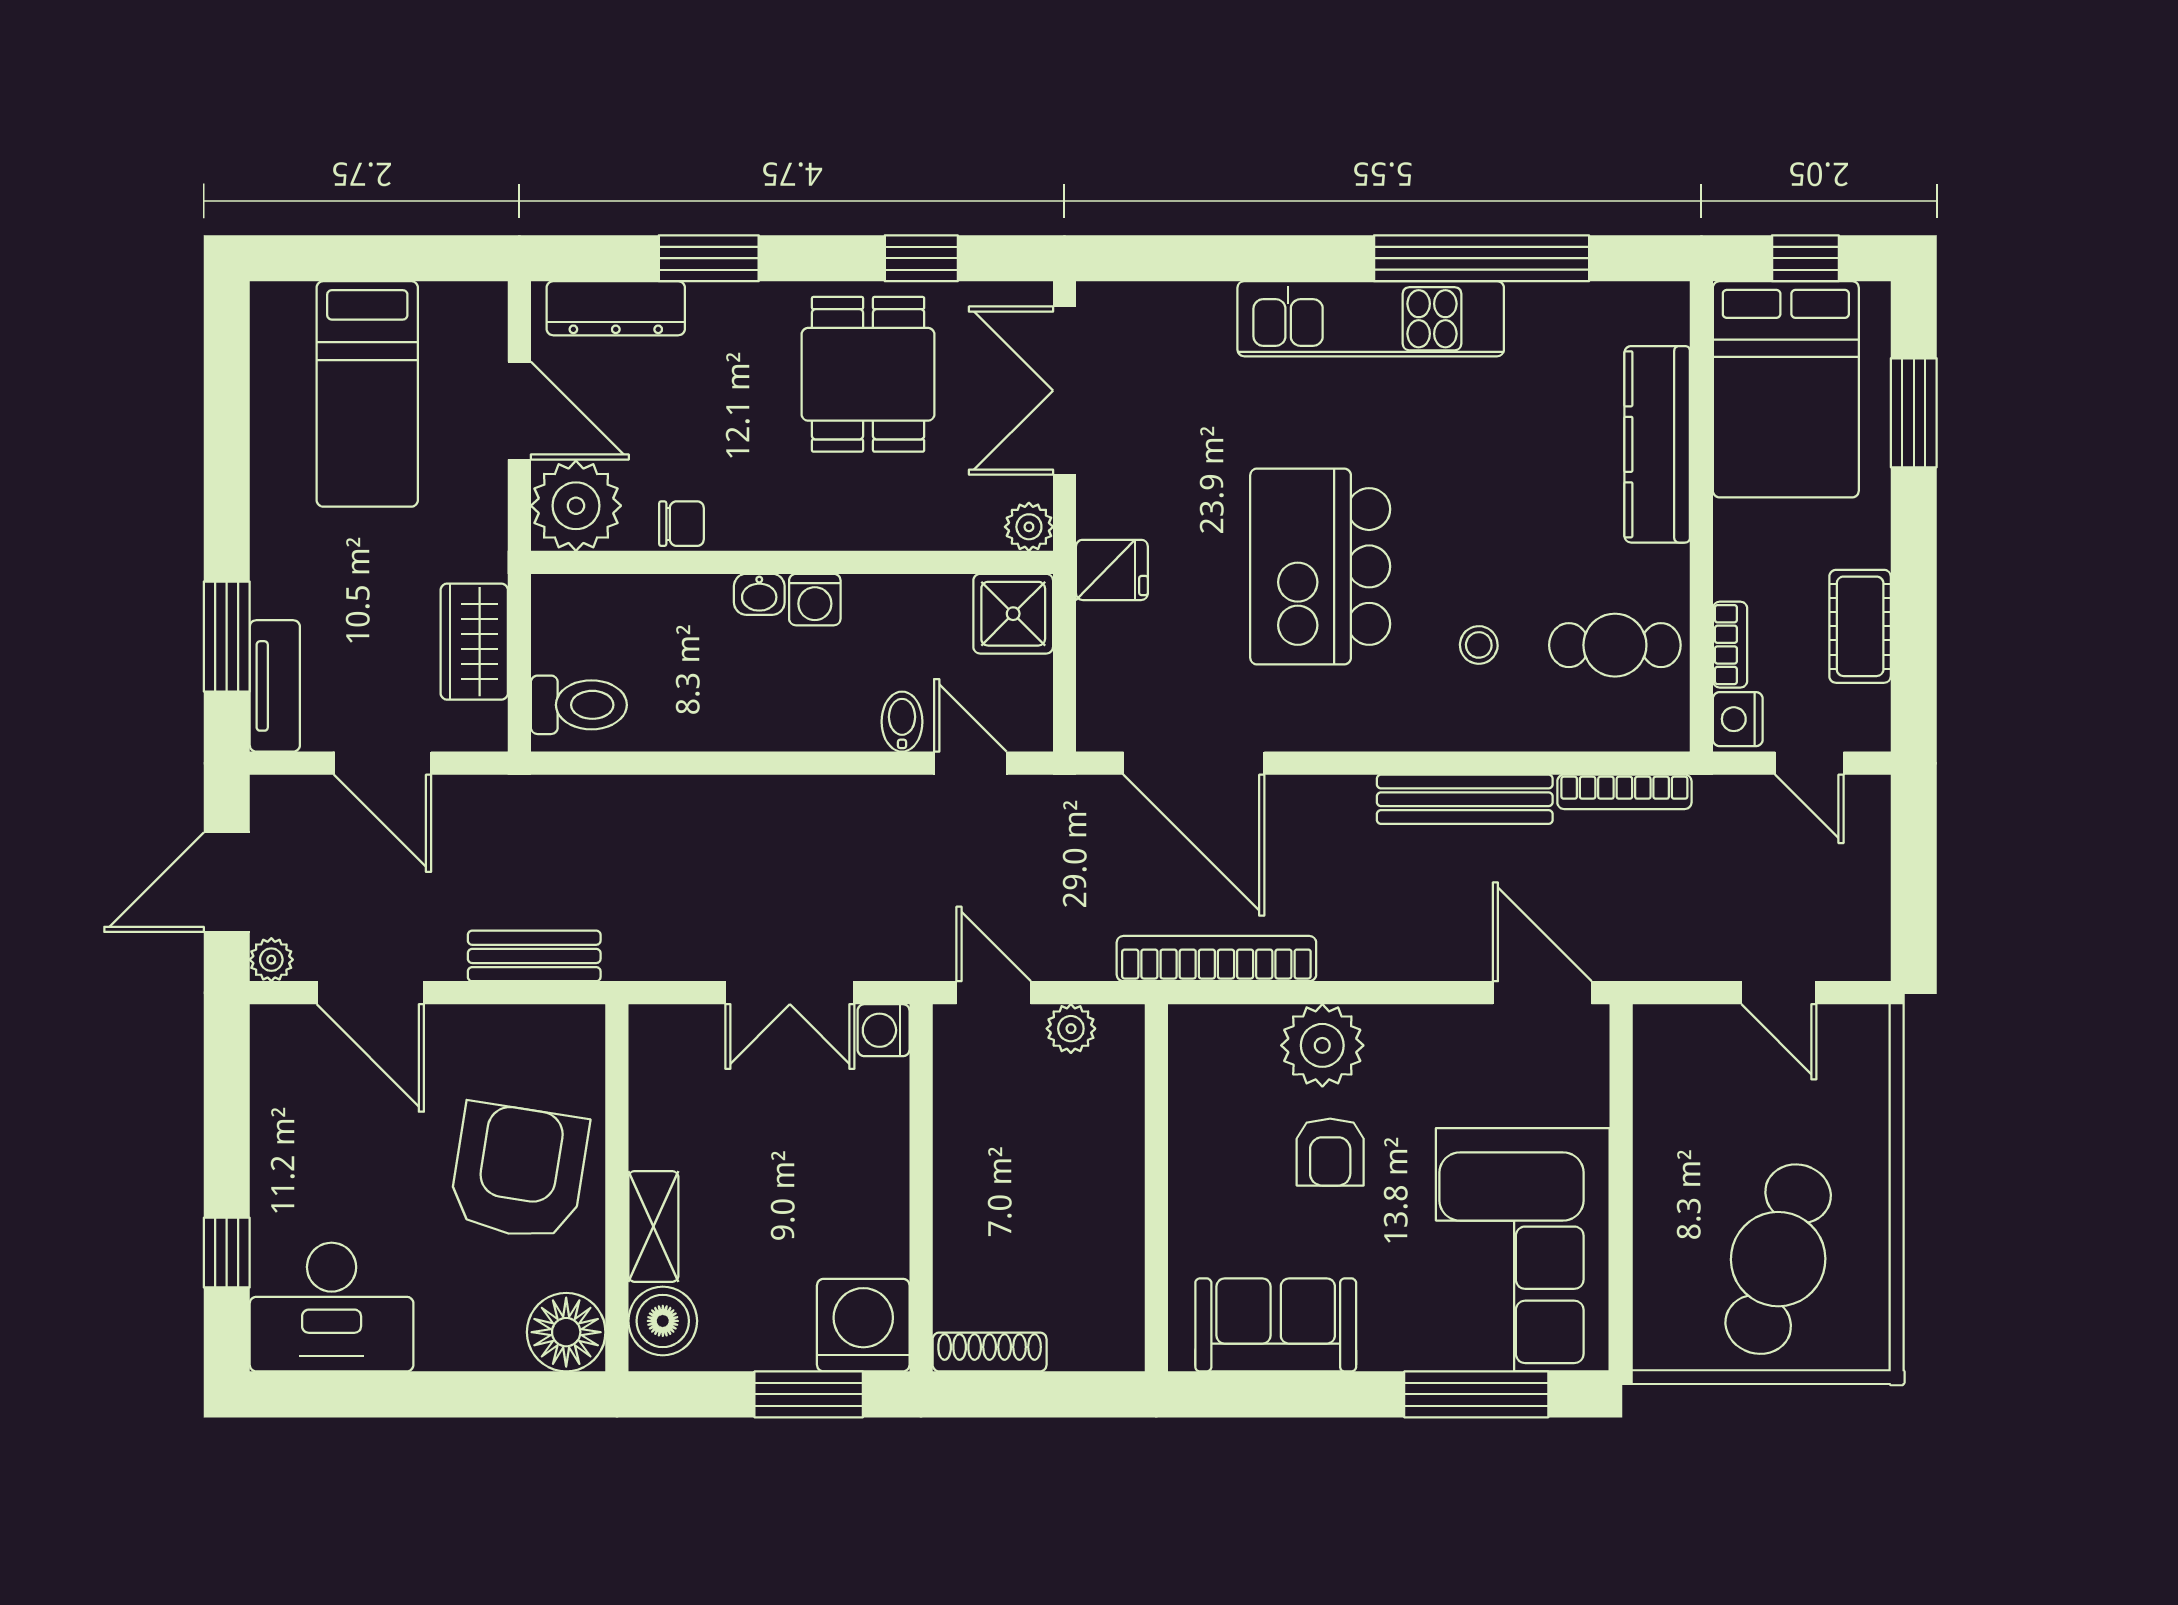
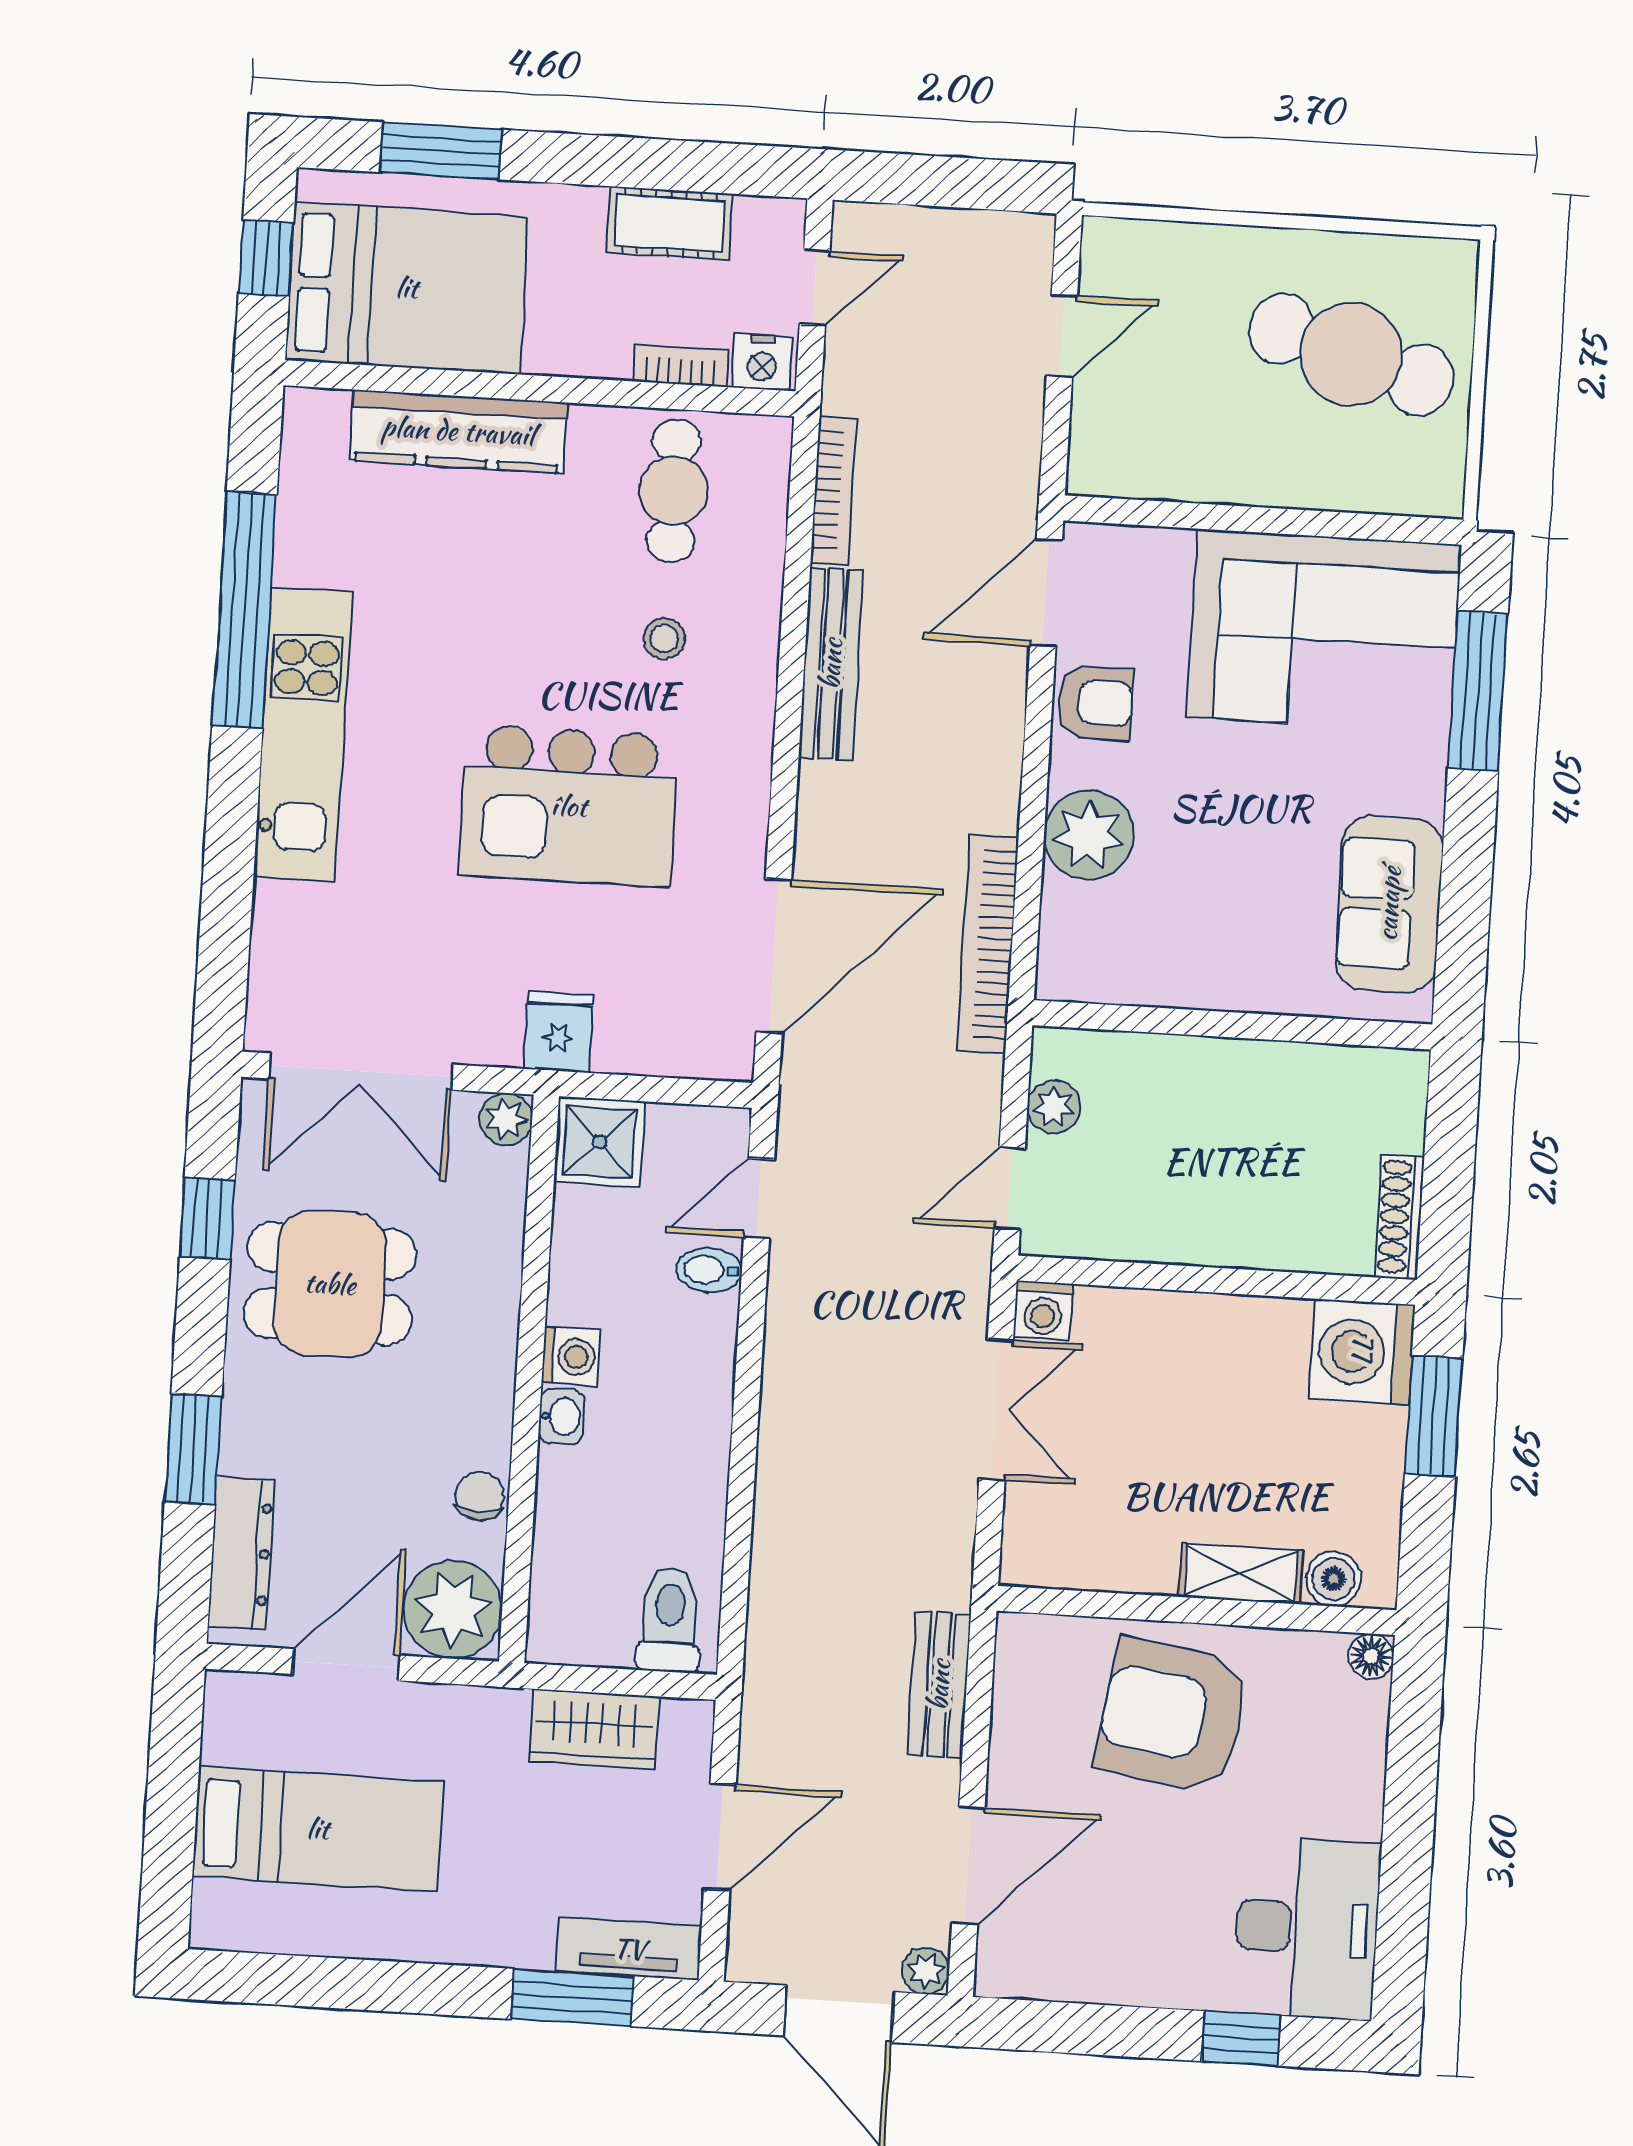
armchair: (1330, 1152) -> (1095, 703), moved
boiler: (663, 1321) -> (1334, 1579), width x0.73, depth x0.73
floor lamp: (566, 1332) -> (1371, 1656), width x0.53, depth x0.53

